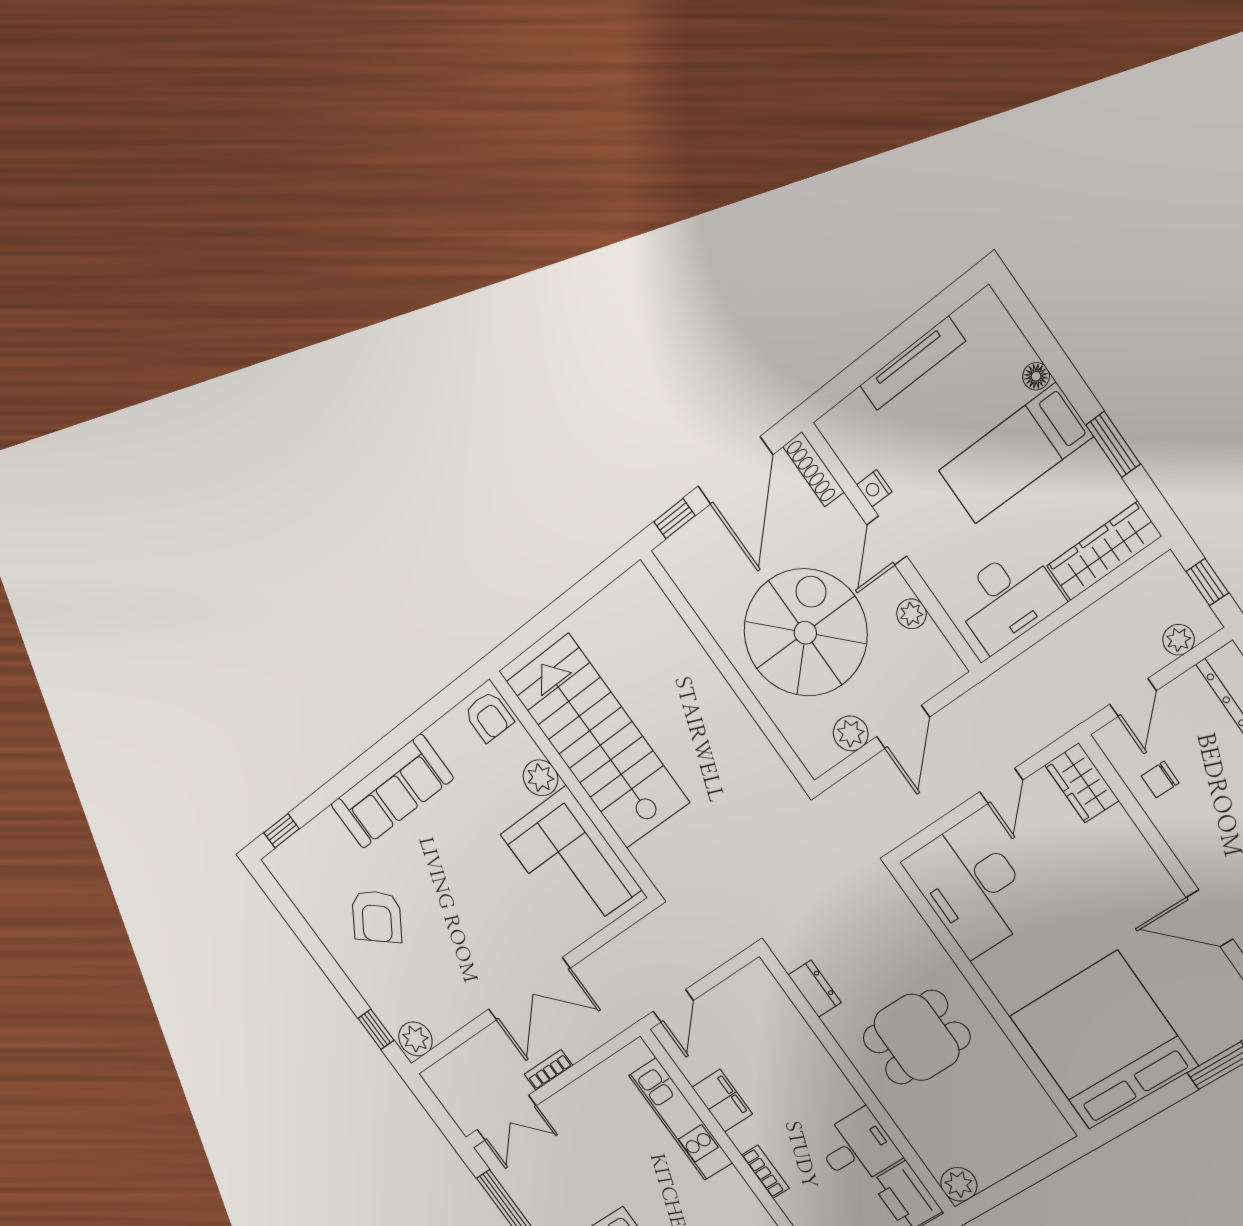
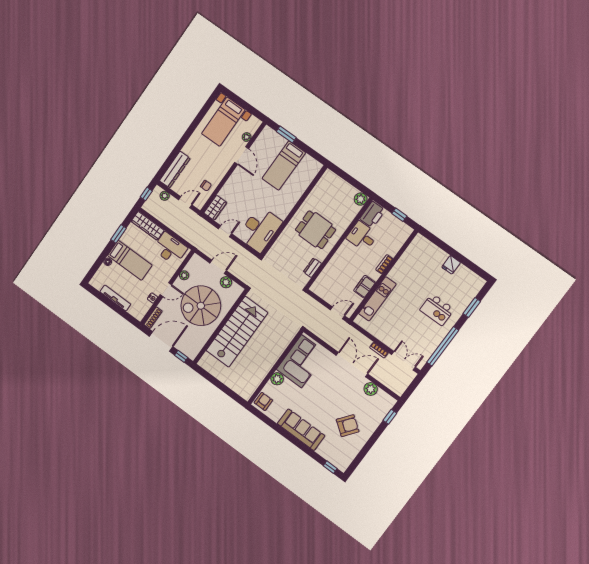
stairs: (598, 742) -> (237, 332), moved, turned 180
plant: (415, 1039) -> (371, 389), moved
bed: (1103, 1041) -> (284, 166), width x0.49

